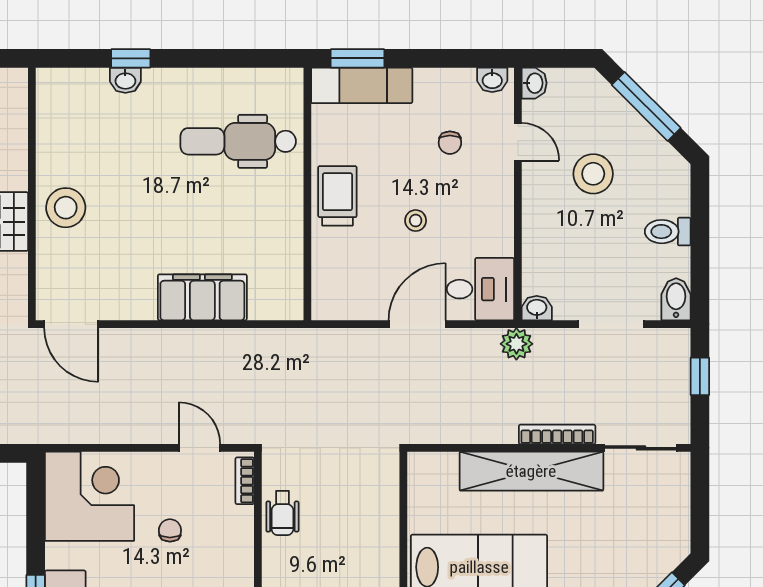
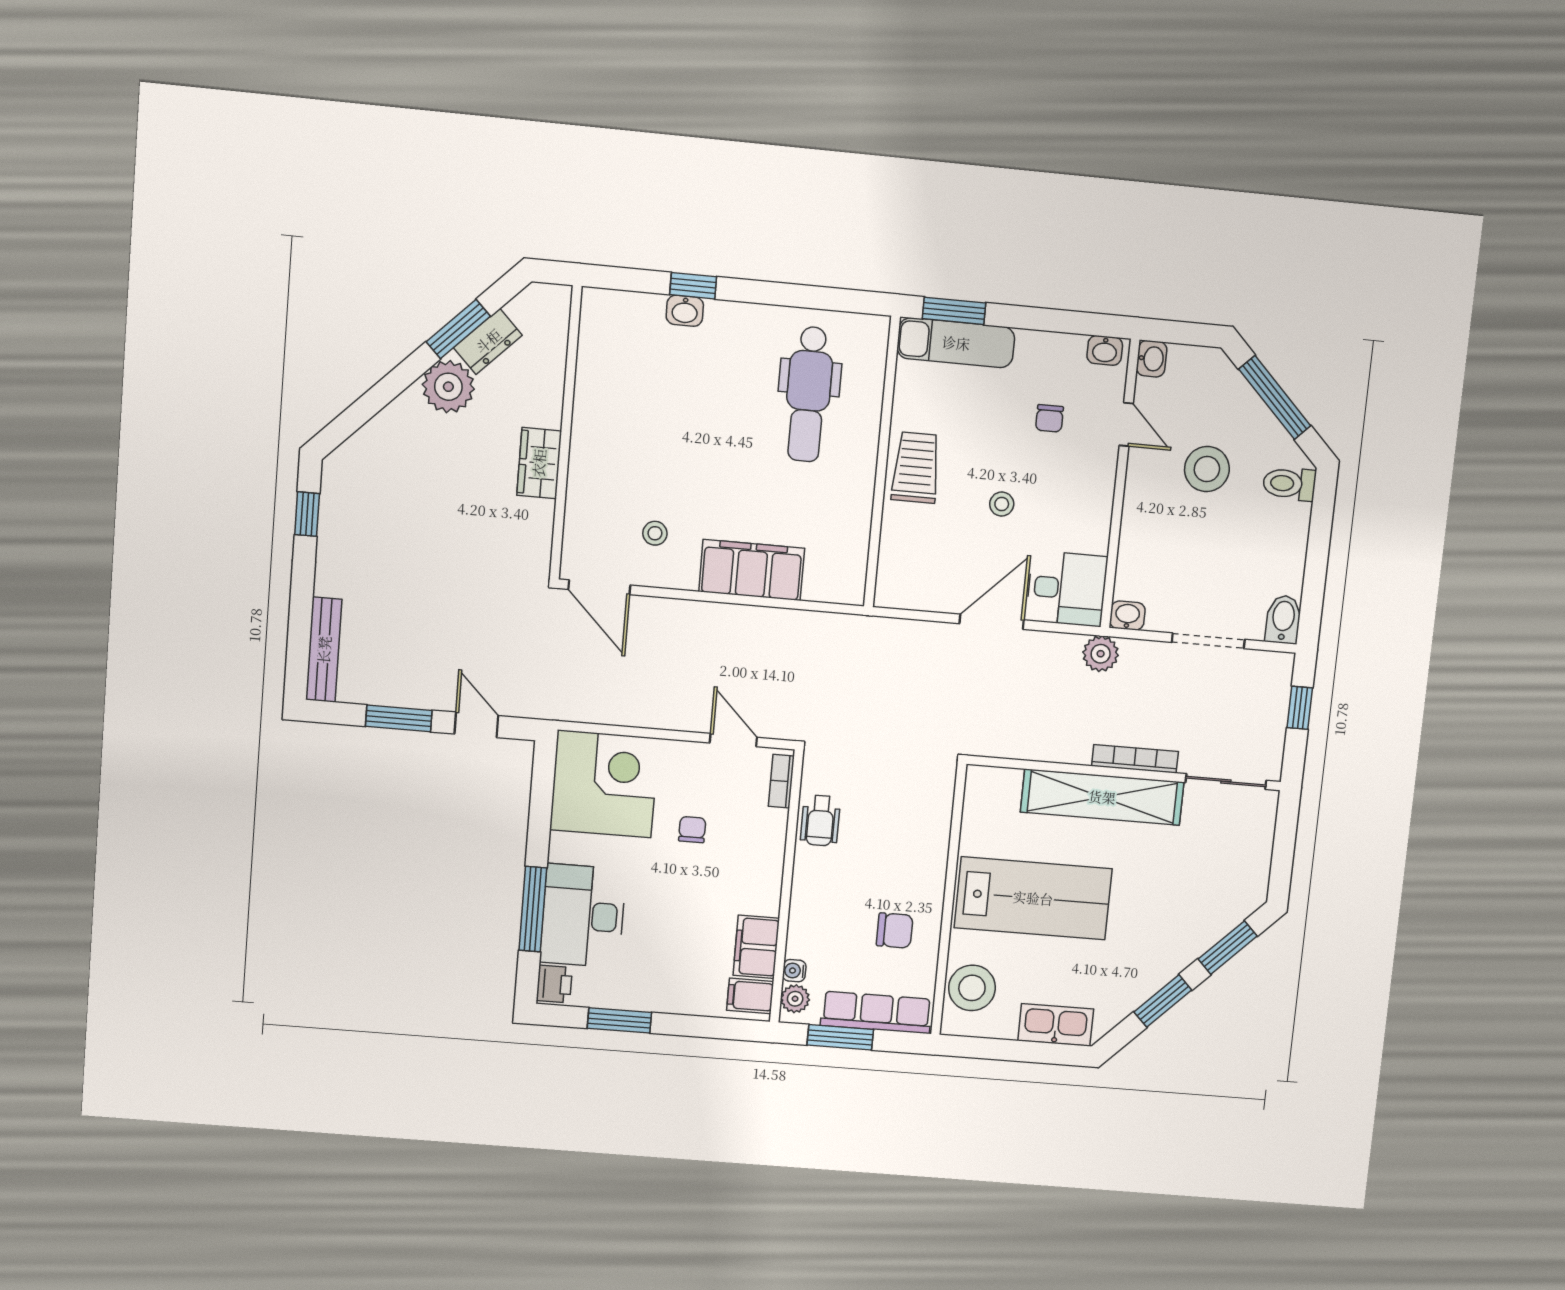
dental chair: (238, 141) -> (808, 394), turned -90
stool: (66, 208) -> (655, 533), moved, width x0.53, depth x0.53
toilet: (668, 232) -> (1289, 484), moved

